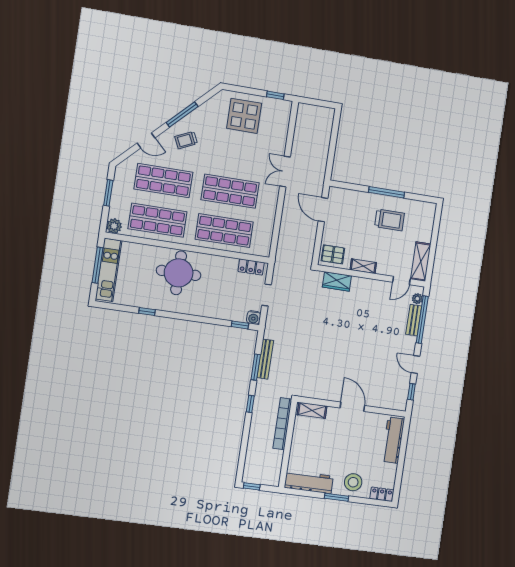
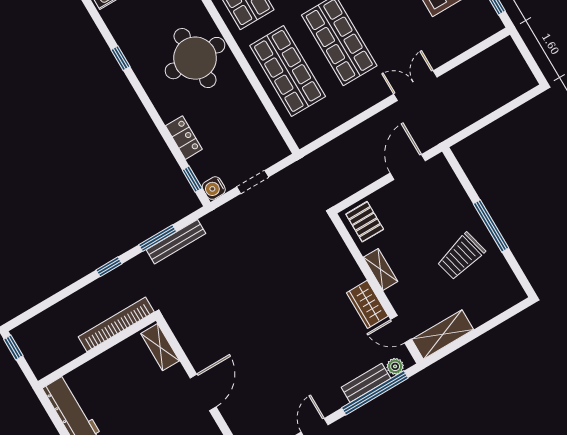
trolley: (390, 220) -> (461, 256), turned 76
locker: (251, 267) -> (184, 138), moved, turned 180
wardrobe: (337, 281) -> (367, 304), moved

